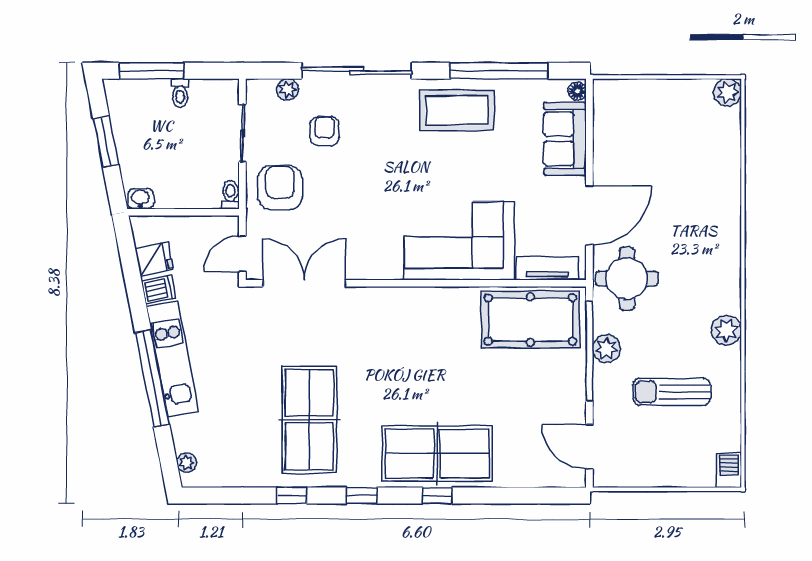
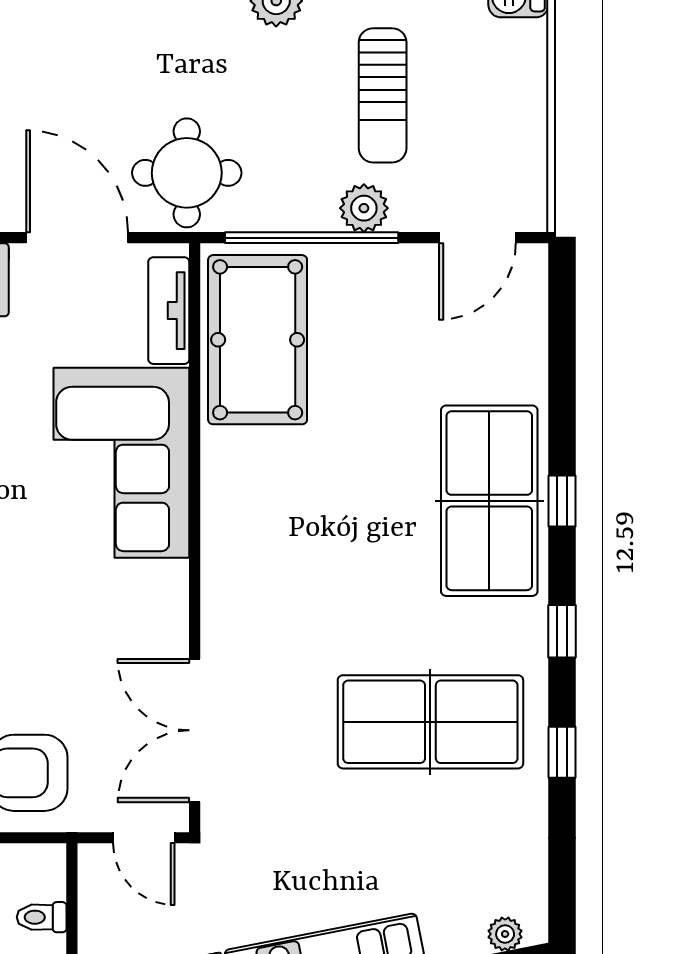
toilet: (230, 195) -> (42, 917), moved
plant: (606, 349) -> (364, 208), moved

